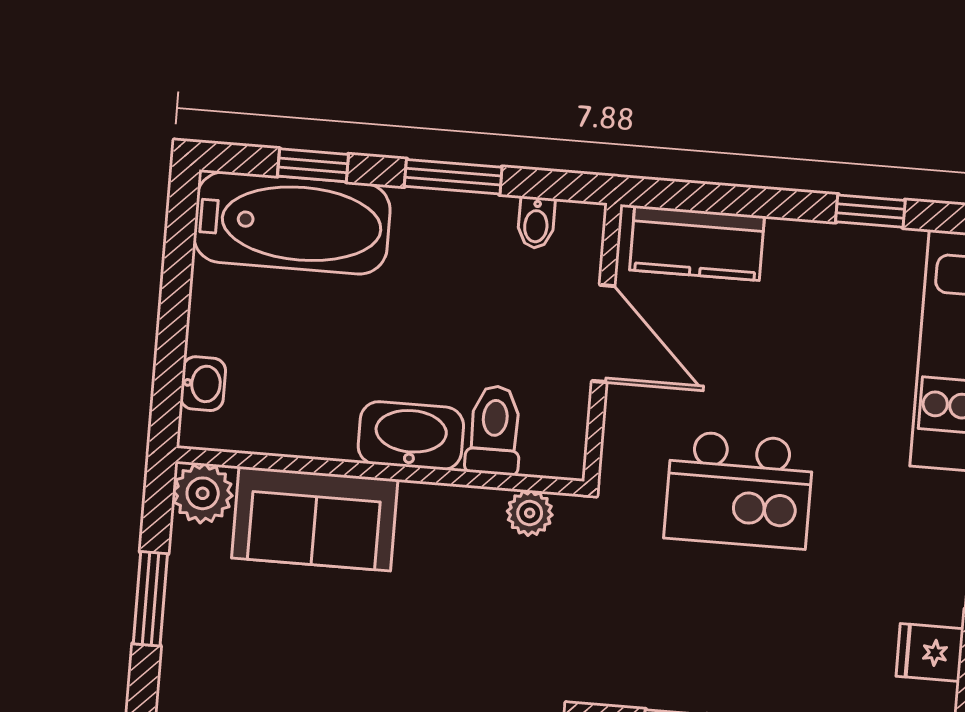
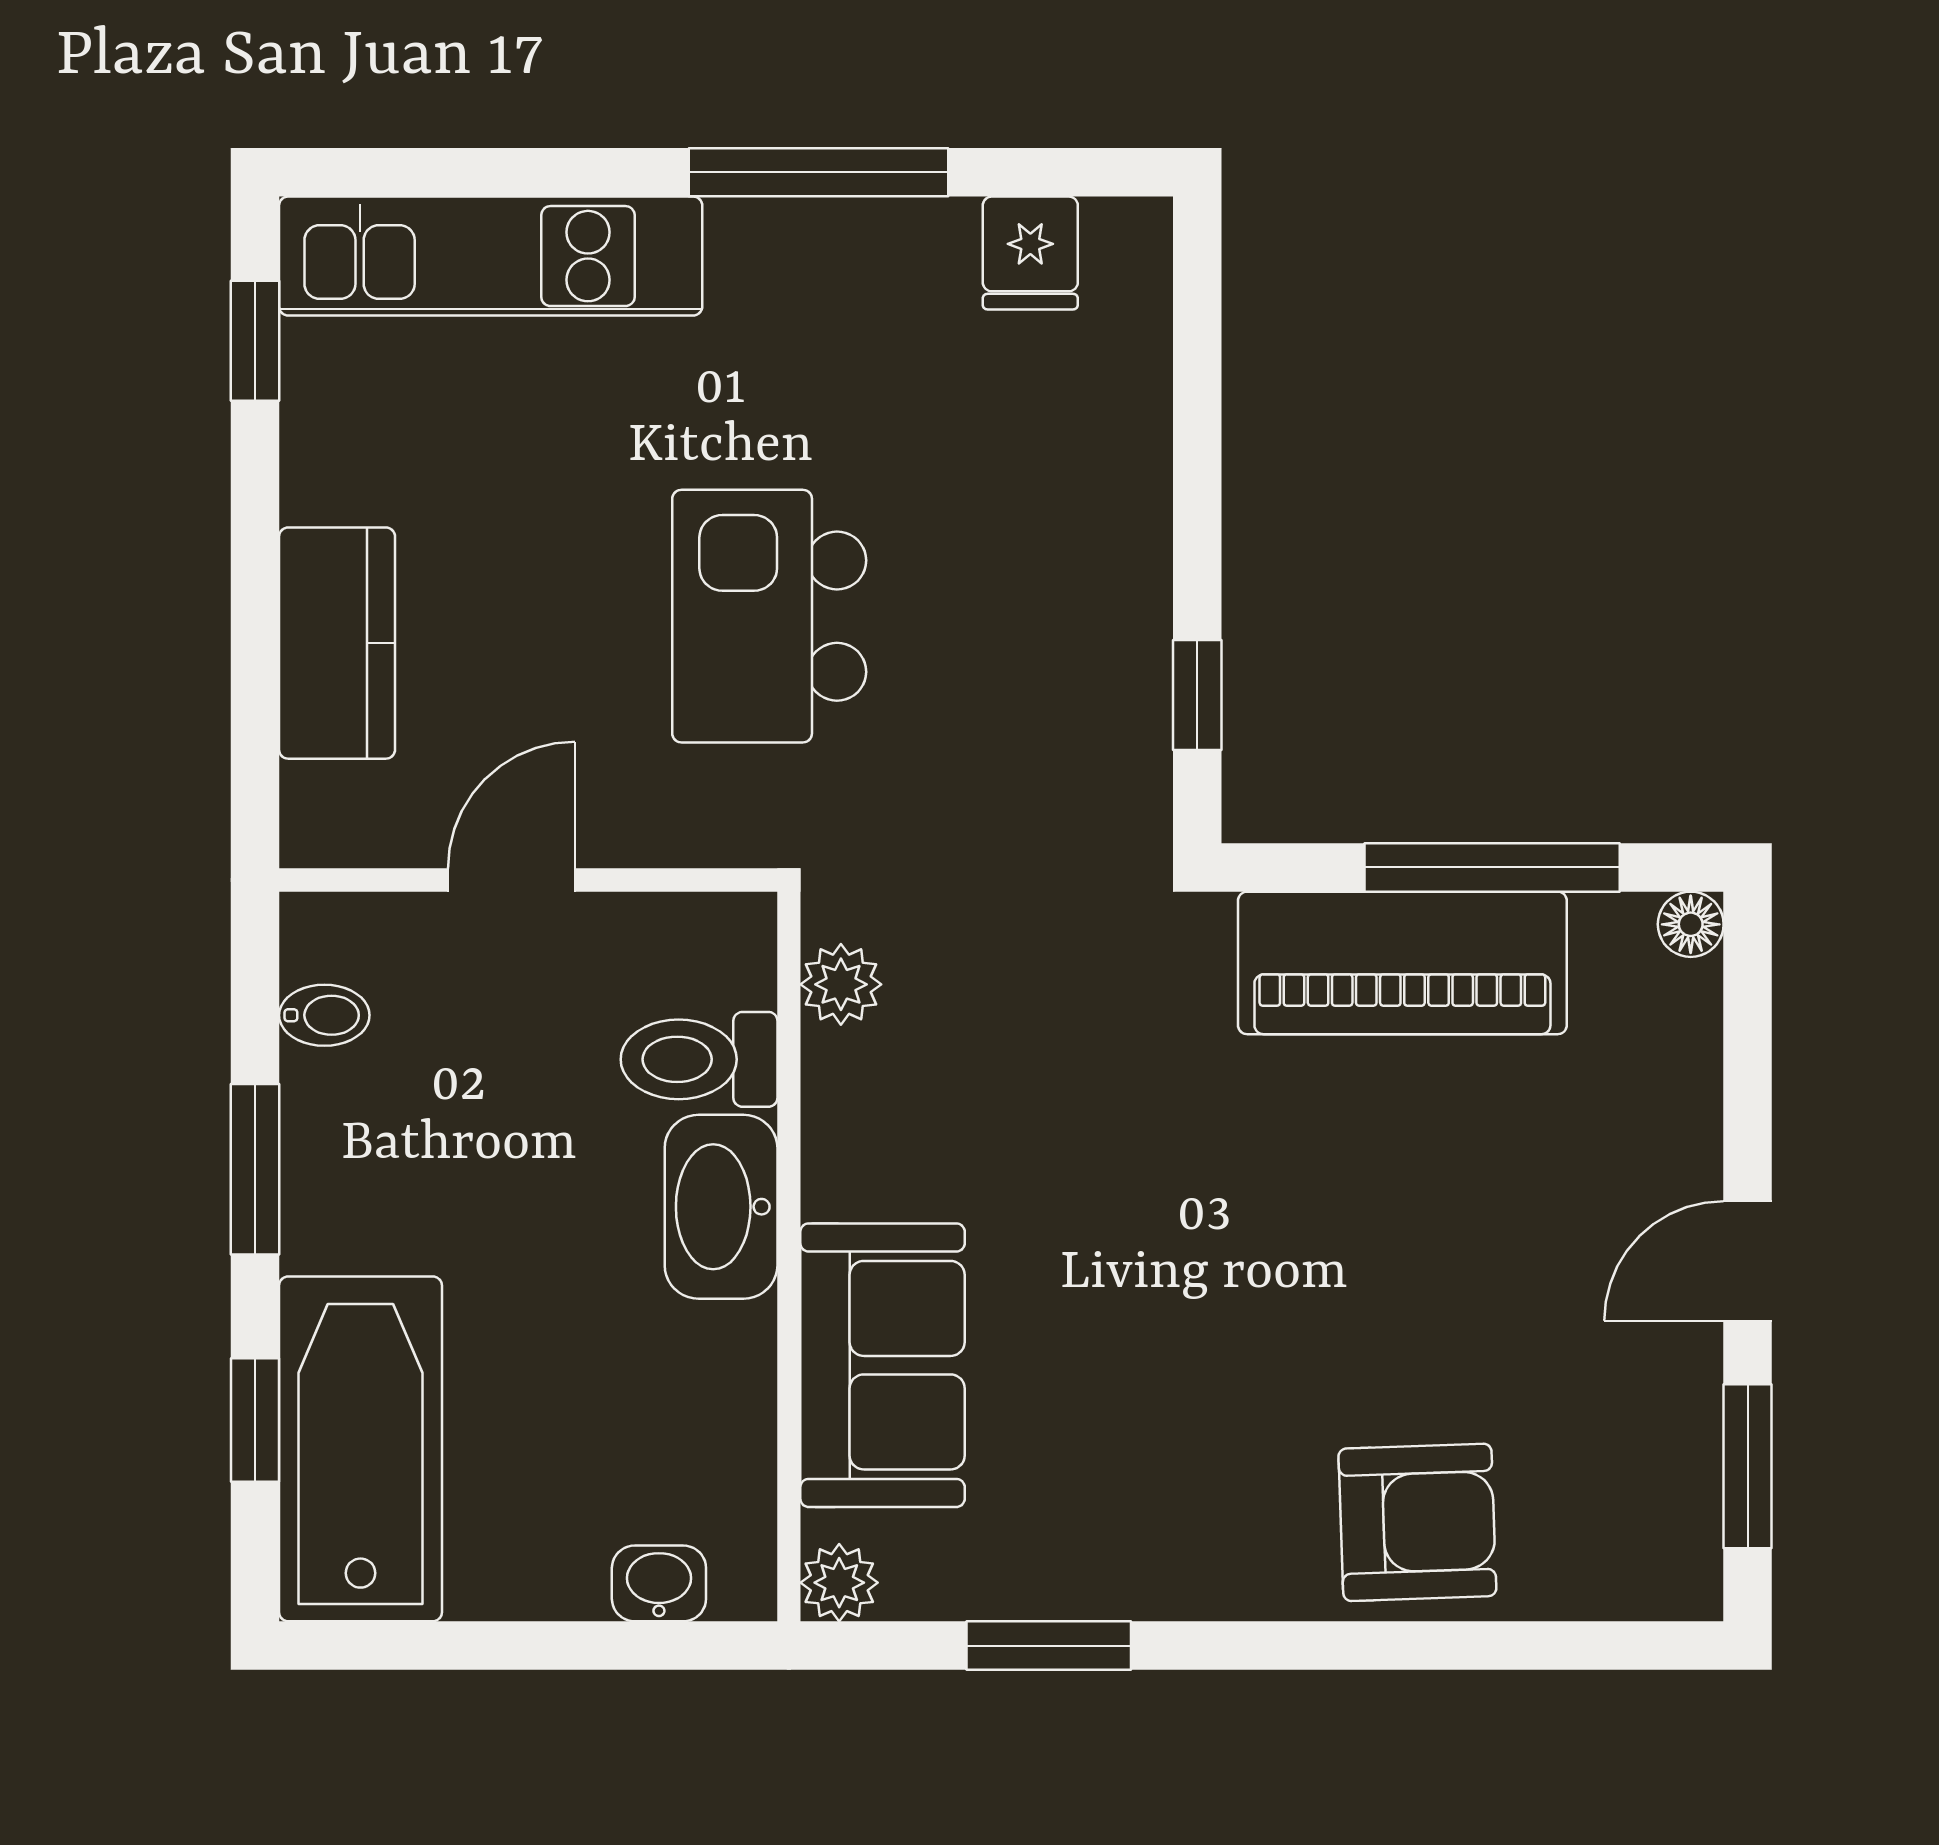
window: (870, 211) -> (255, 341), moved
kitchen counter: (697, 243) -> (337, 643), moved
door: (603, 333) -> (511, 880), width x0.73
kitchen island: (739, 490) -> (769, 616), turned 180
plant: (203, 493) -> (839, 1583), width x0.73, depth x0.73

